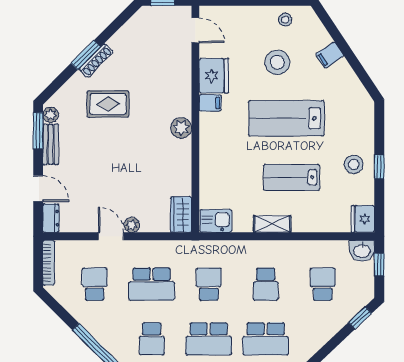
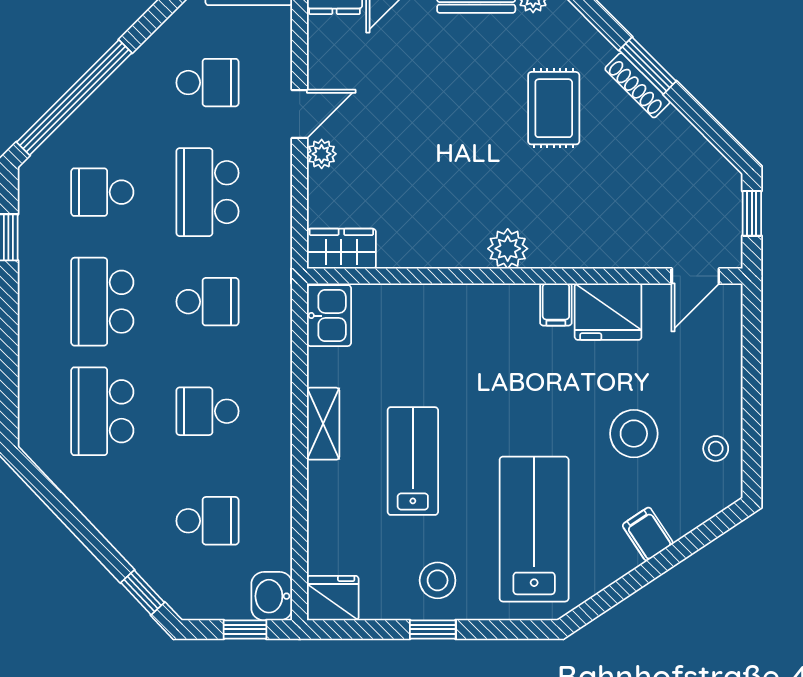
lab bench: (286, 118) -> (534, 529), moved

